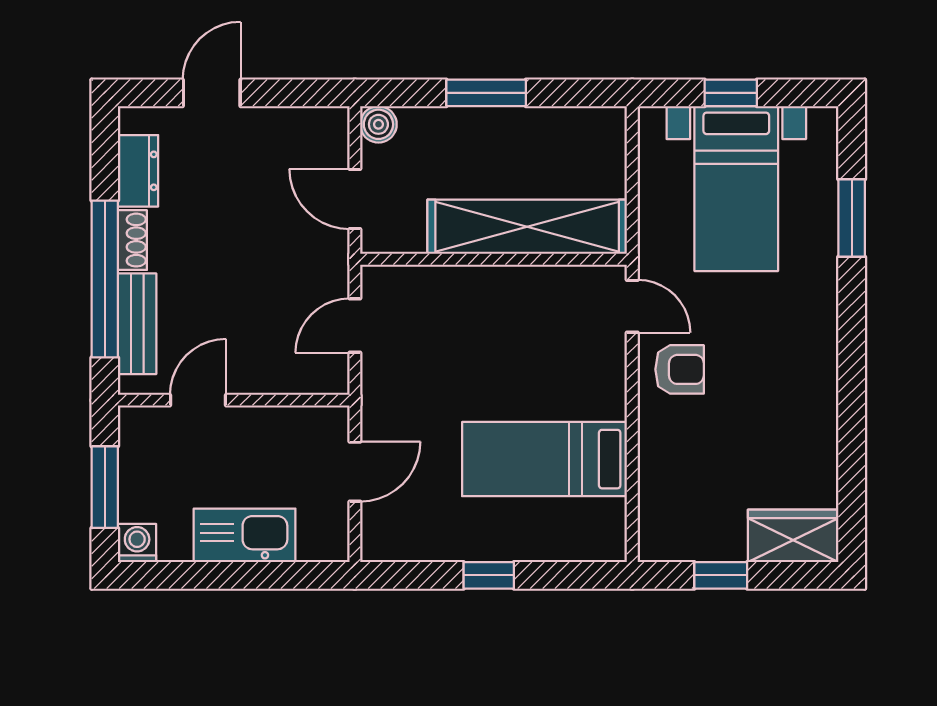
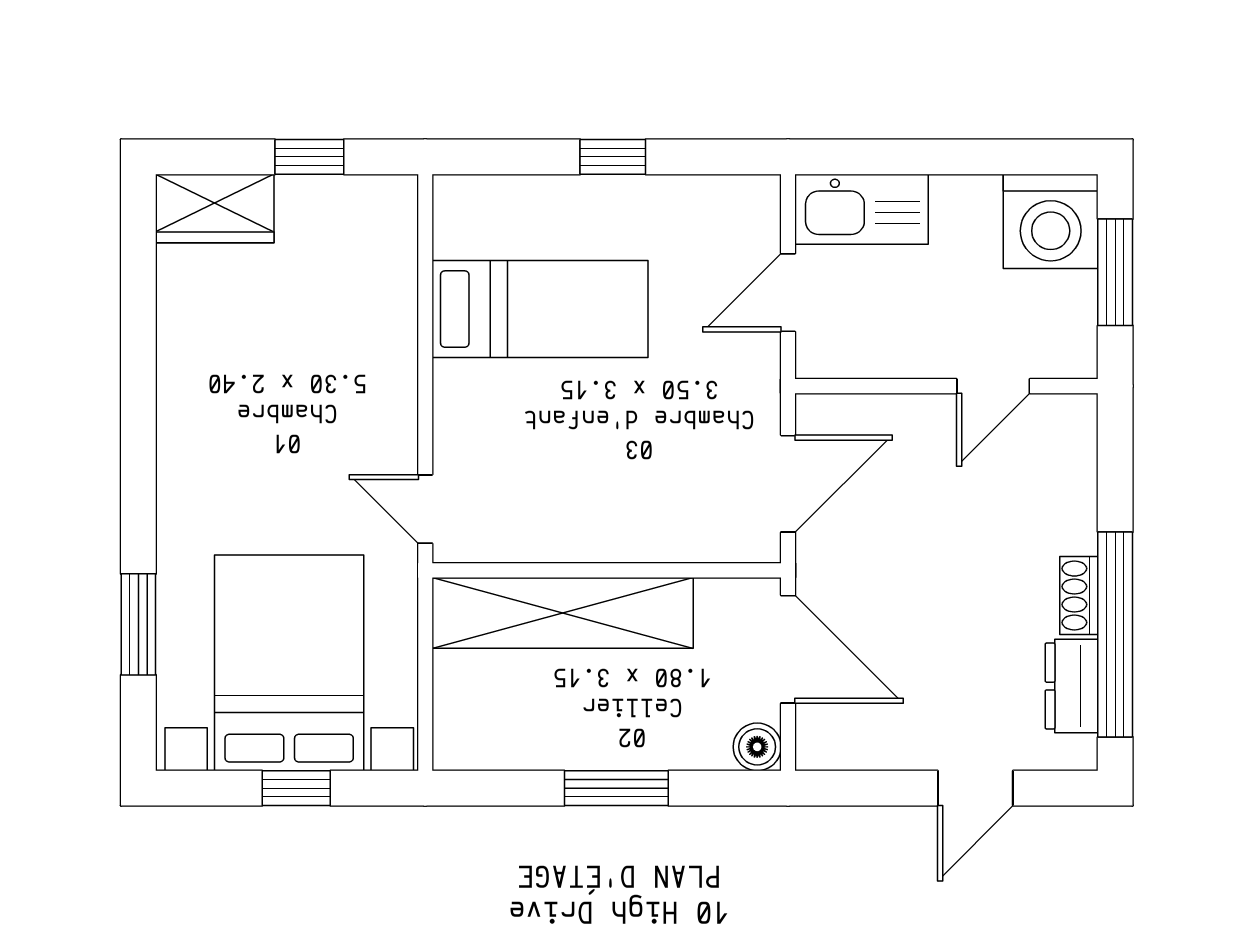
bed with nightstands: (736, 189) -> (289, 663), width x1.36
door: (355, 199) -> (788, 649), width x1.38
window: (105, 279) -> (1115, 634), moved
bench: (137, 324) -> (1073, 486), removed
door: (355, 326) -> (788, 484), width x1.38
armchair: (680, 369) -> (363, 426), removed
kitchen sink: (245, 535) -> (862, 209), moved
washing machine: (137, 543) -> (1051, 221), width x1.89, depth x1.89

